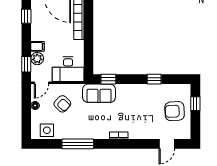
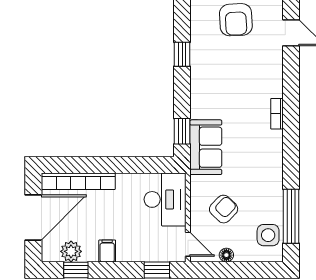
filing cabinet: (38, 46) -> (107, 251), moved
plant: (37, 59) -> (71, 251), moved
window: (78, 144) -> (291, 216), moved

